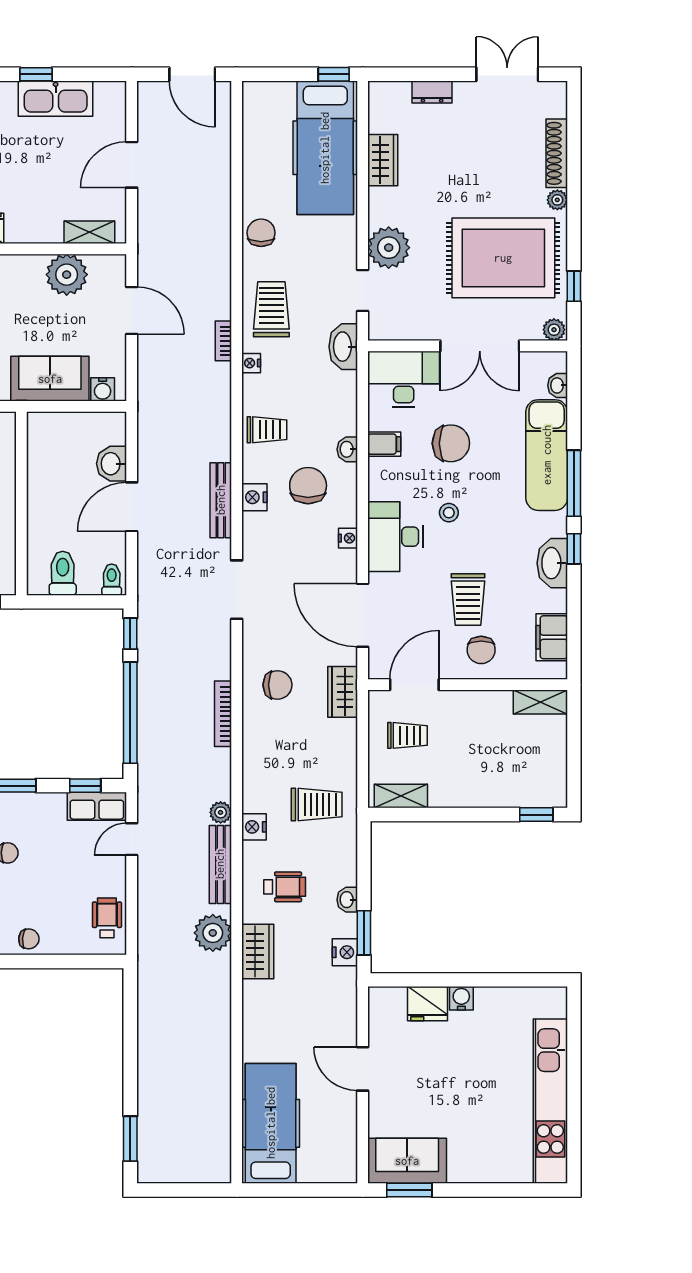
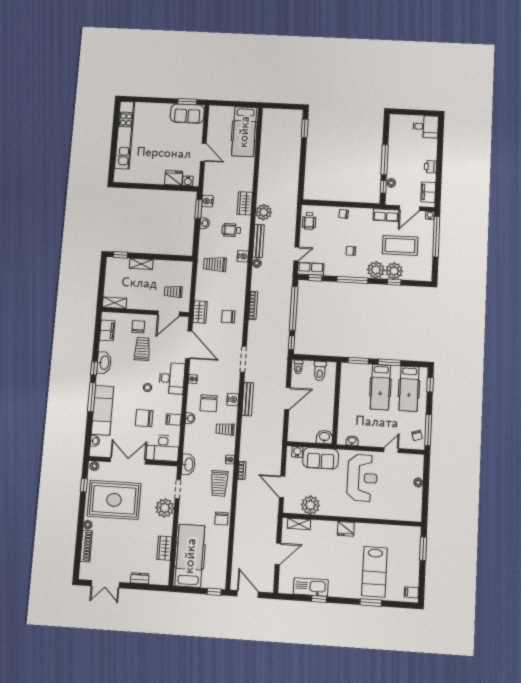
window: (334, 74) -> (214, 592), moved
washbasin: (112, 464) -> (324, 437), moved, turned -90
shelving: (401, 796) -> (141, 264), moved
water cooler: (461, 998) -> (188, 181), moved

